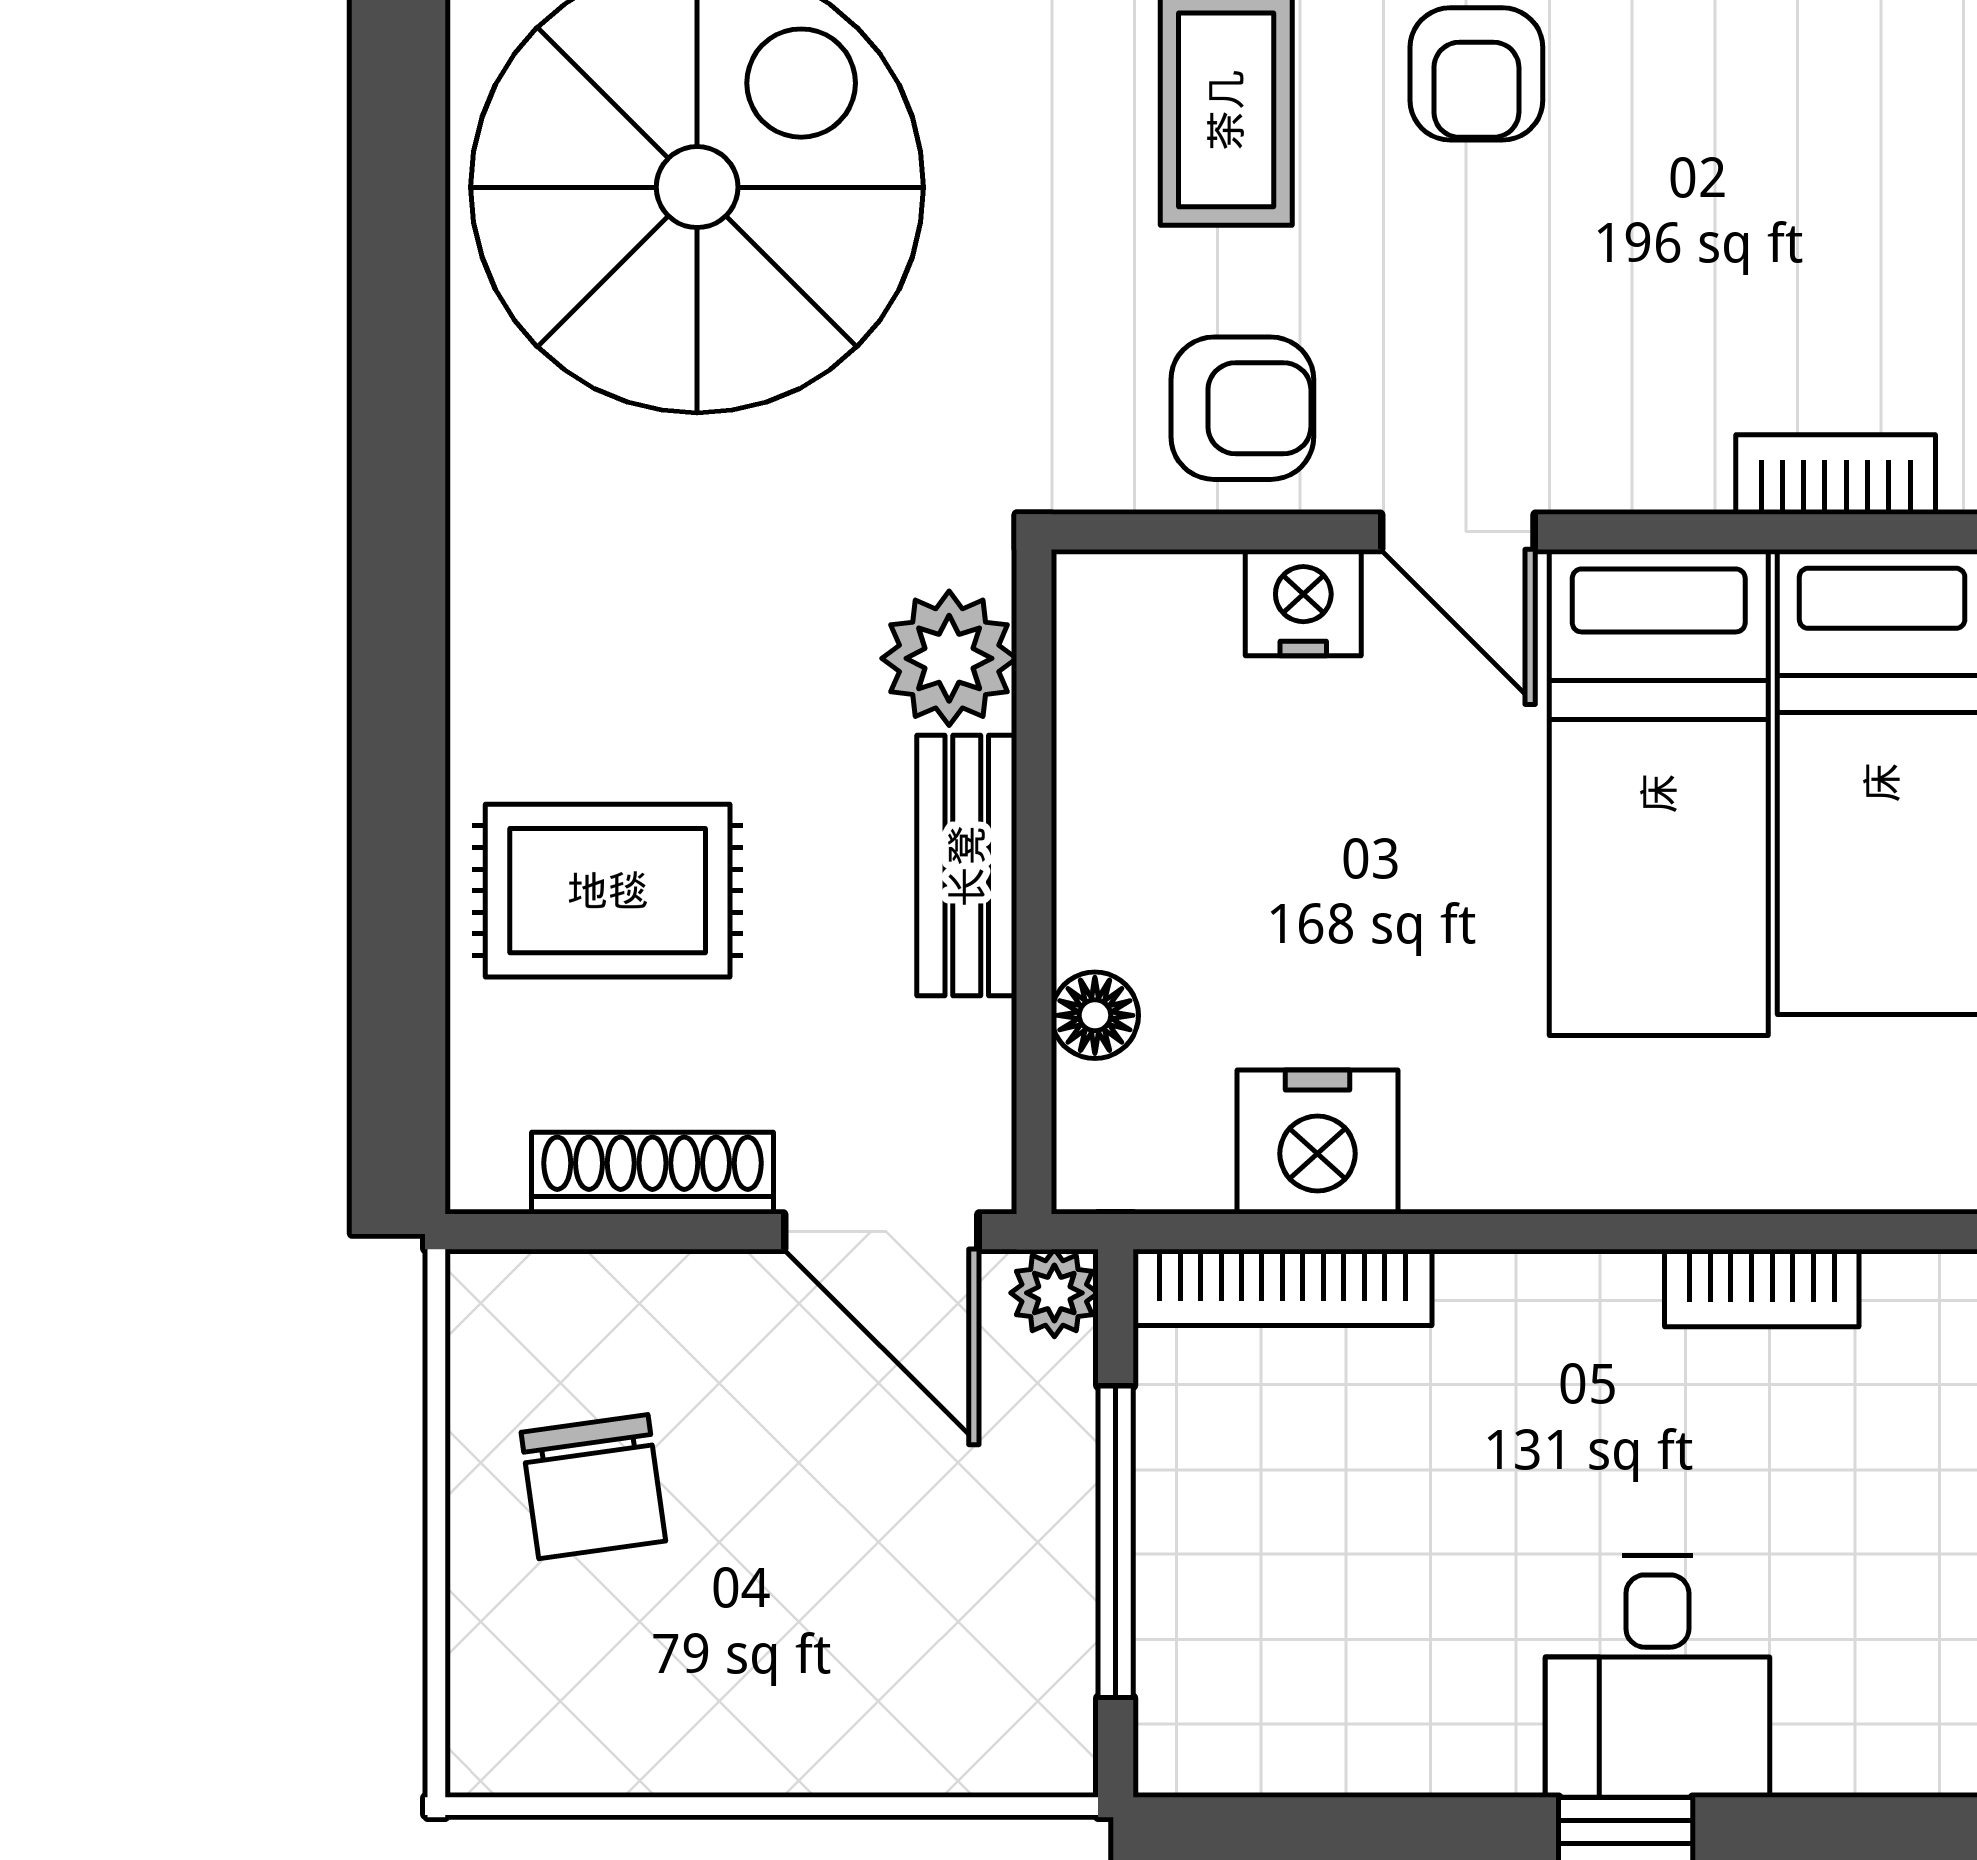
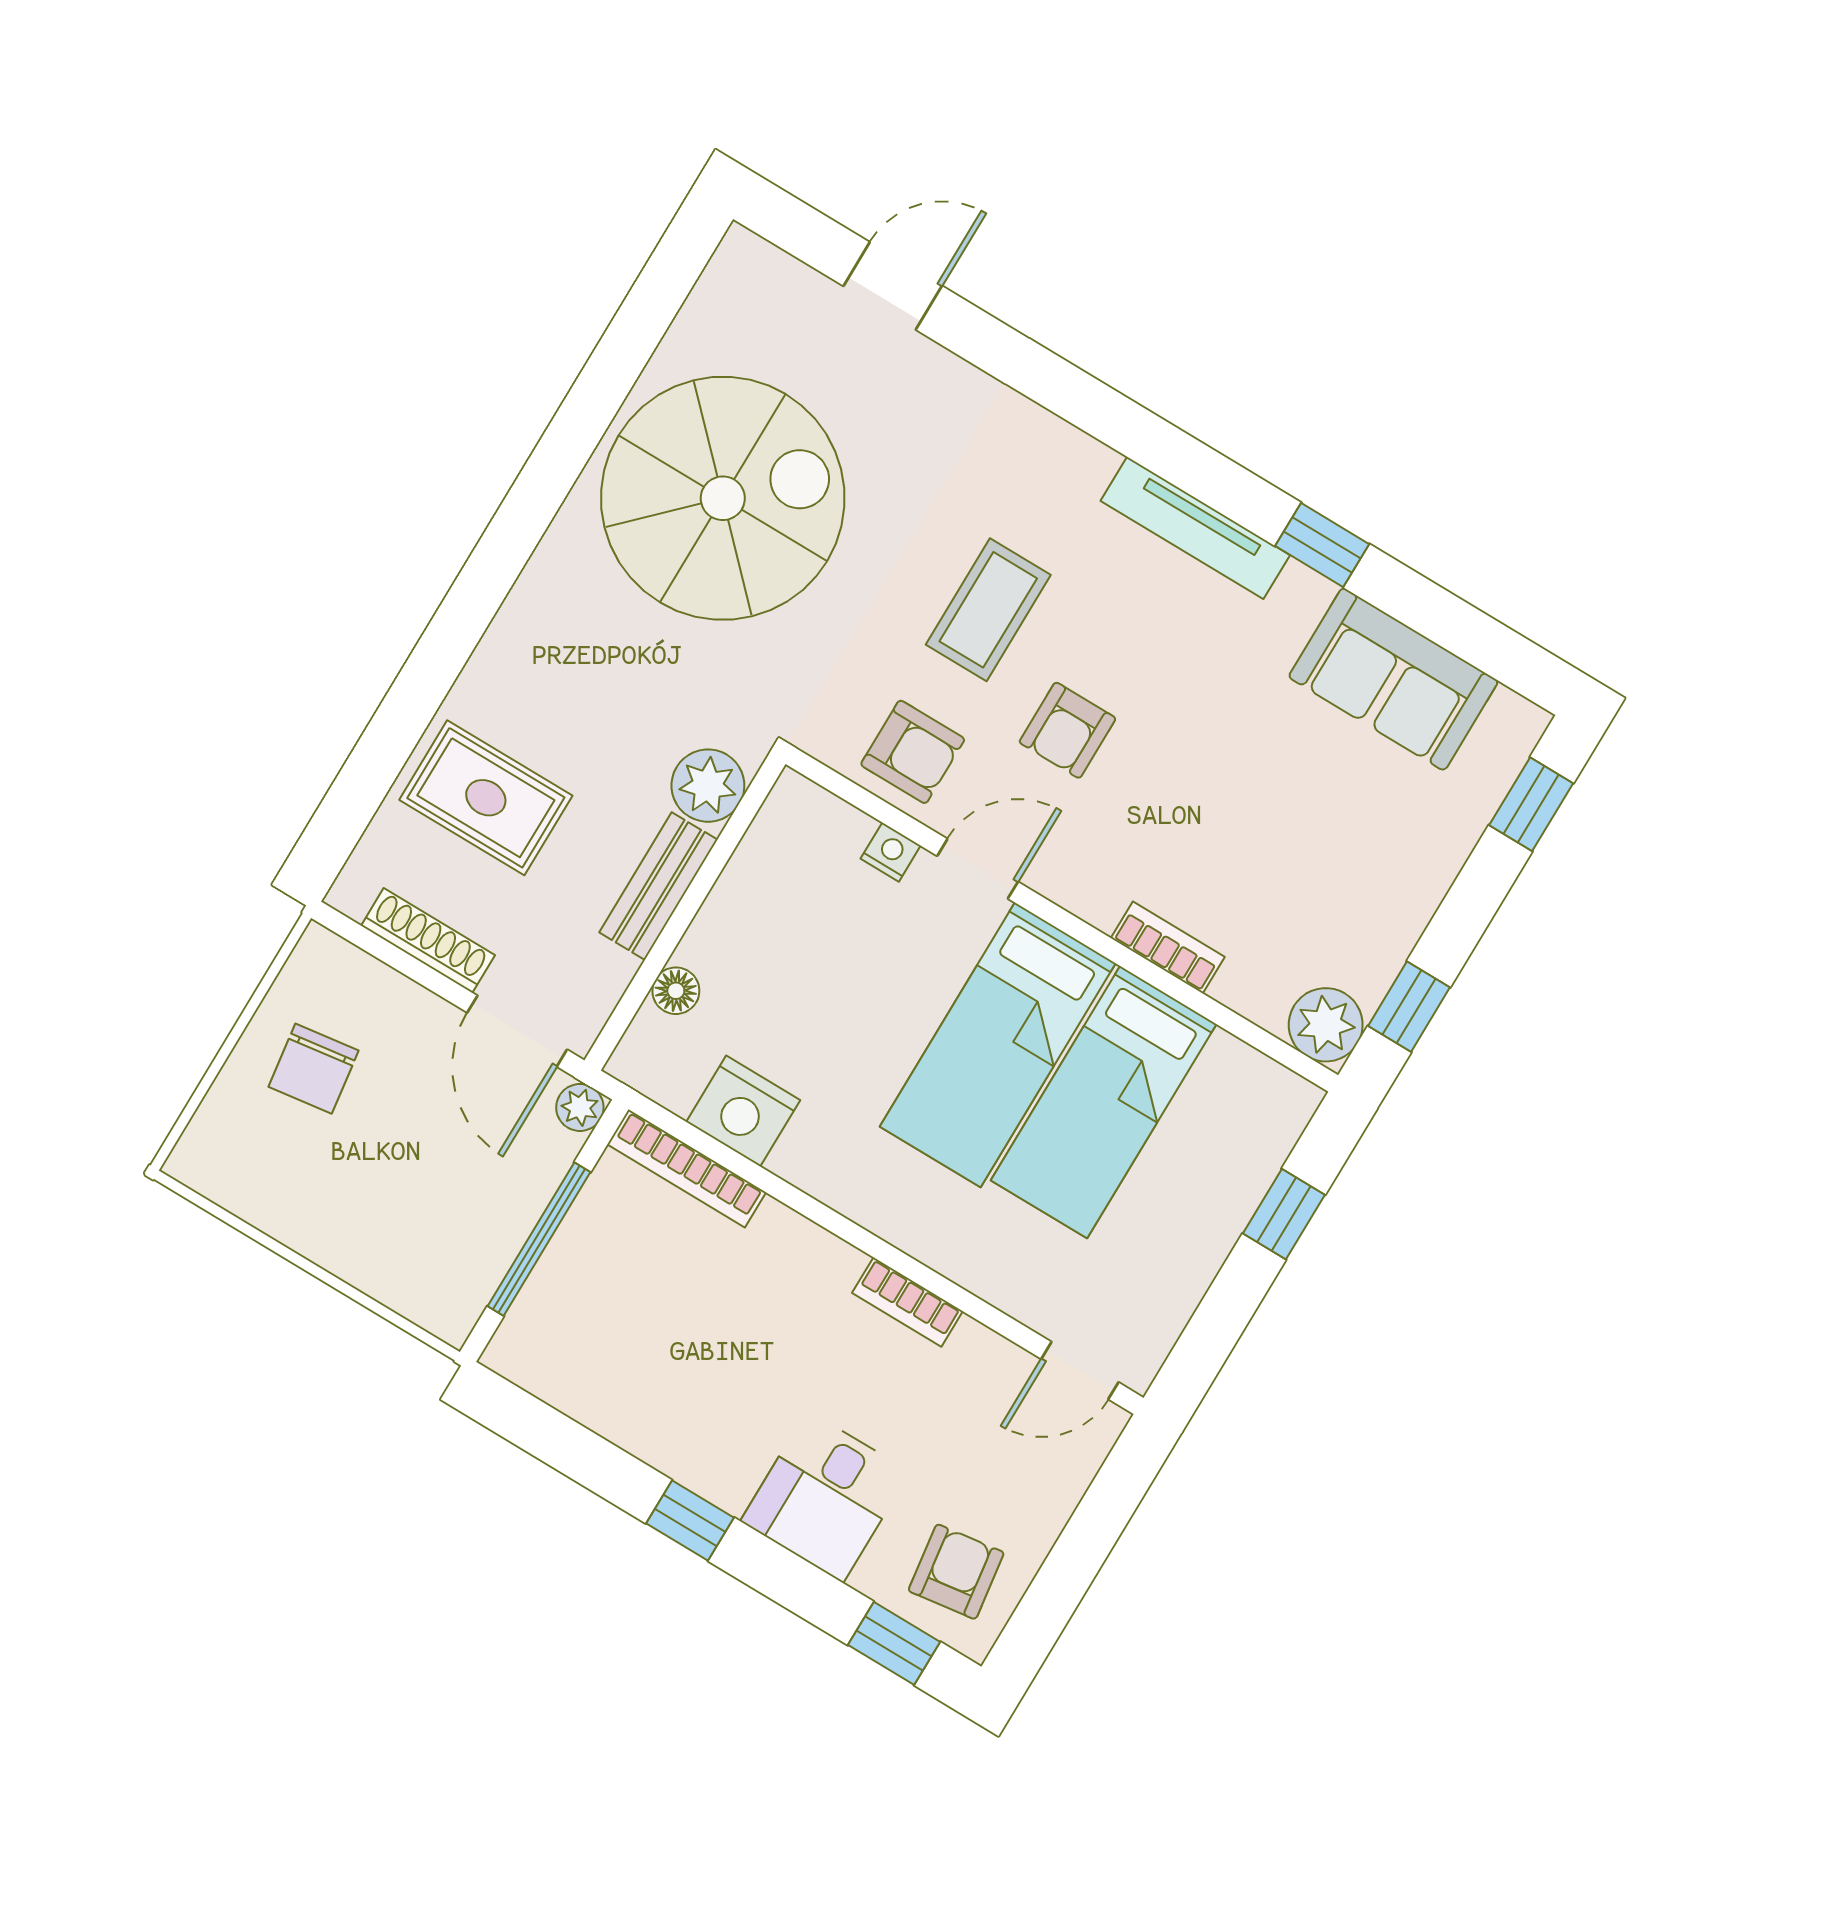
armchair: (1476, 74) -> (1067, 730), moved
door: (1458, 532) -> (978, 869), swing flipped
nightstand: (1303, 603) -> (891, 852), width x0.72, depth x0.74
desk: (1657, 1676) -> (825, 1497), moved

